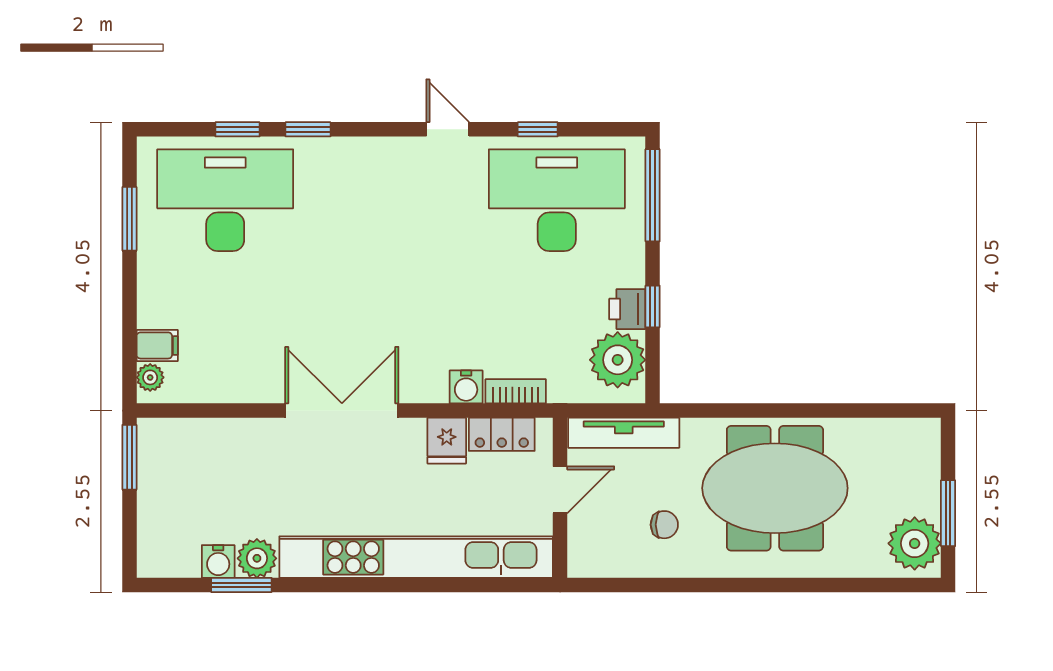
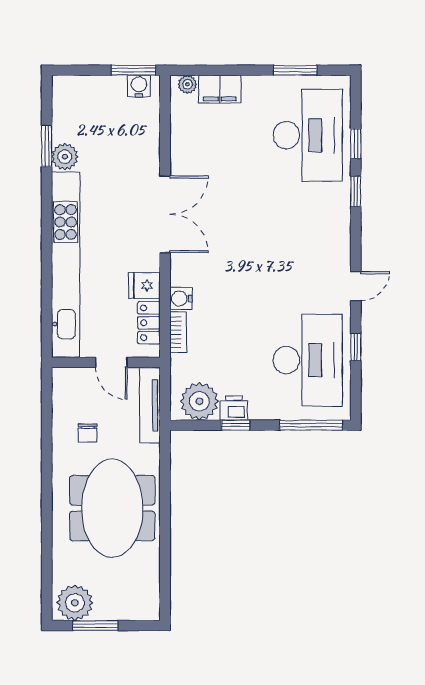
filing cabinet: (157, 345) -> (220, 89), width x2.00
water cooler: (218, 561) -> (139, 86), moved, turned 90

